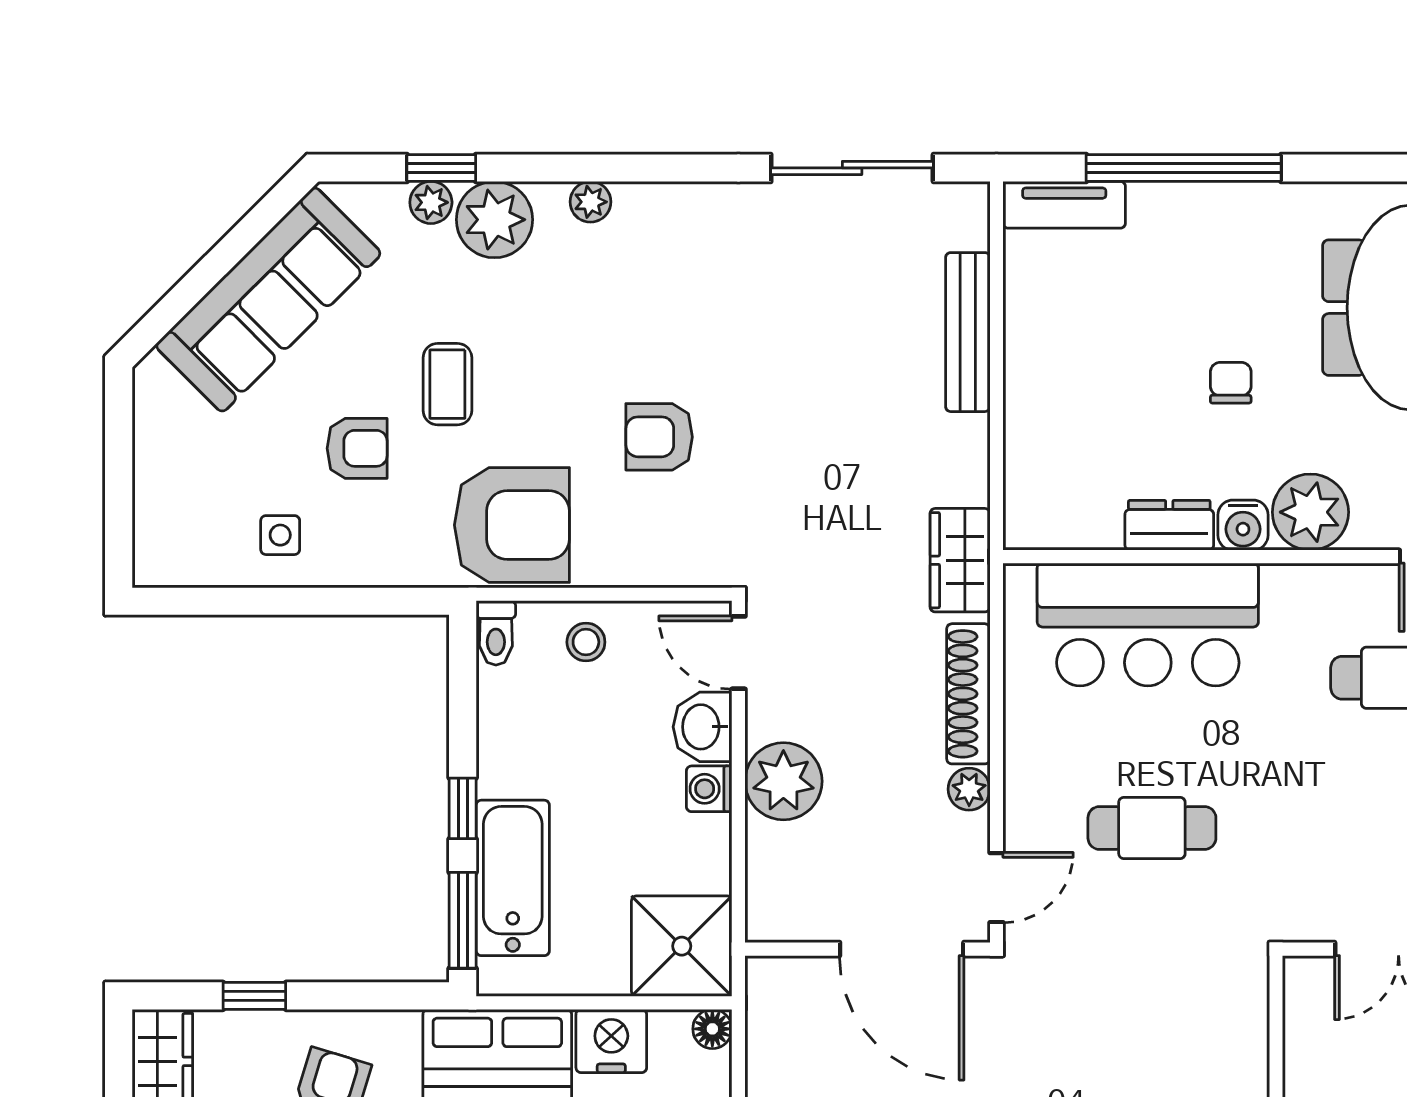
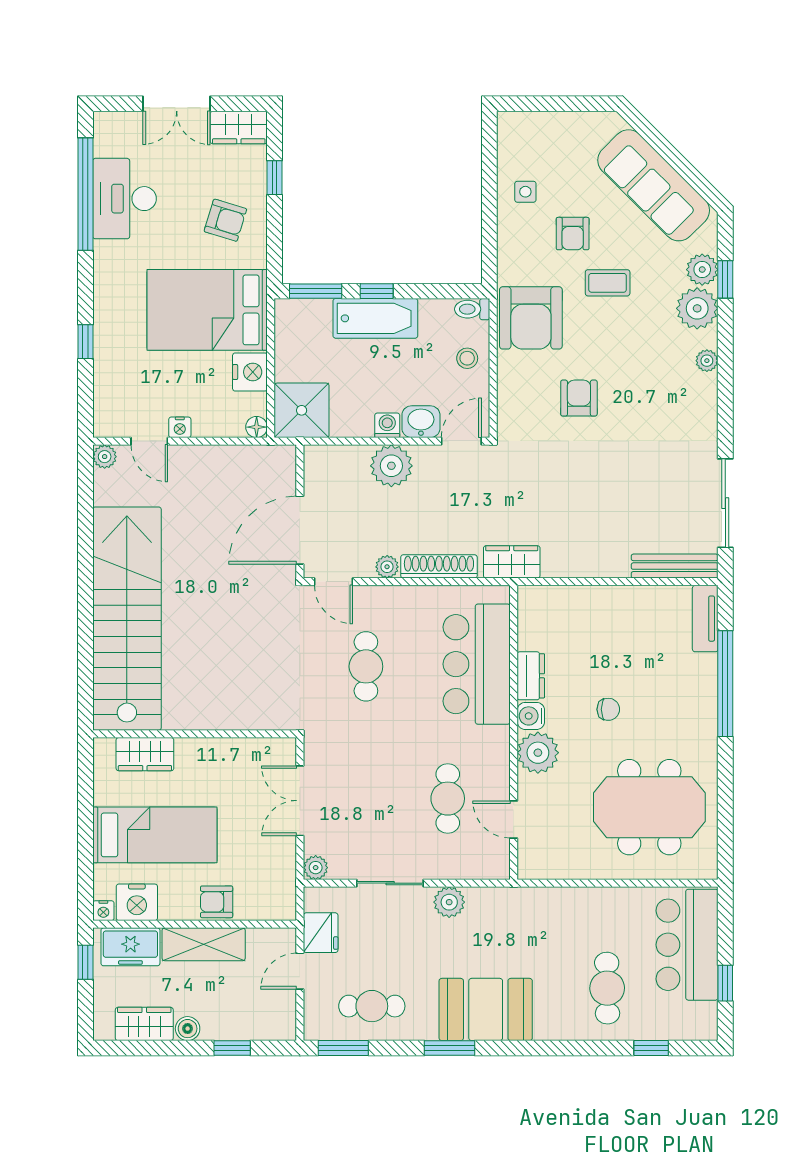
plant: (431, 202) -> (702, 270), width x1.38, depth x1.38
bench: (968, 332) -> (675, 566), moved
bathtub: (513, 878) -> (375, 318), moved

